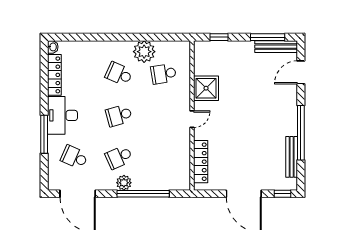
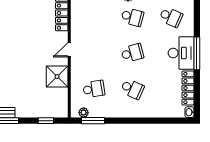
window: (165, 37) -> (93, 121), added
plant: (144, 52) -> (84, 113), moved, width x0.53, depth x0.53
window: (44, 134) -> (197, 53), moved
school desk: (119, 157) -> (132, 17), turned 39

